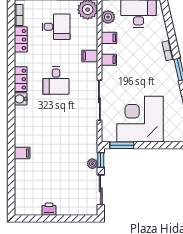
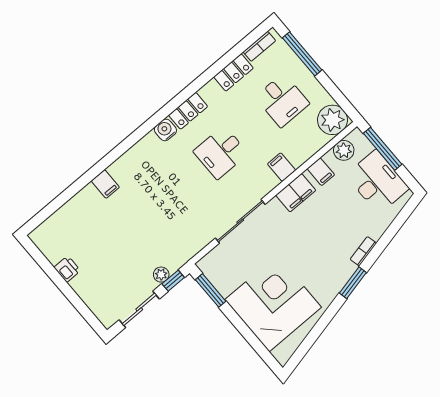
filing cabinet: (109, 60) -> (296, 193), width x2.00
corner desk: (140, 119) -> (273, 303), moved

